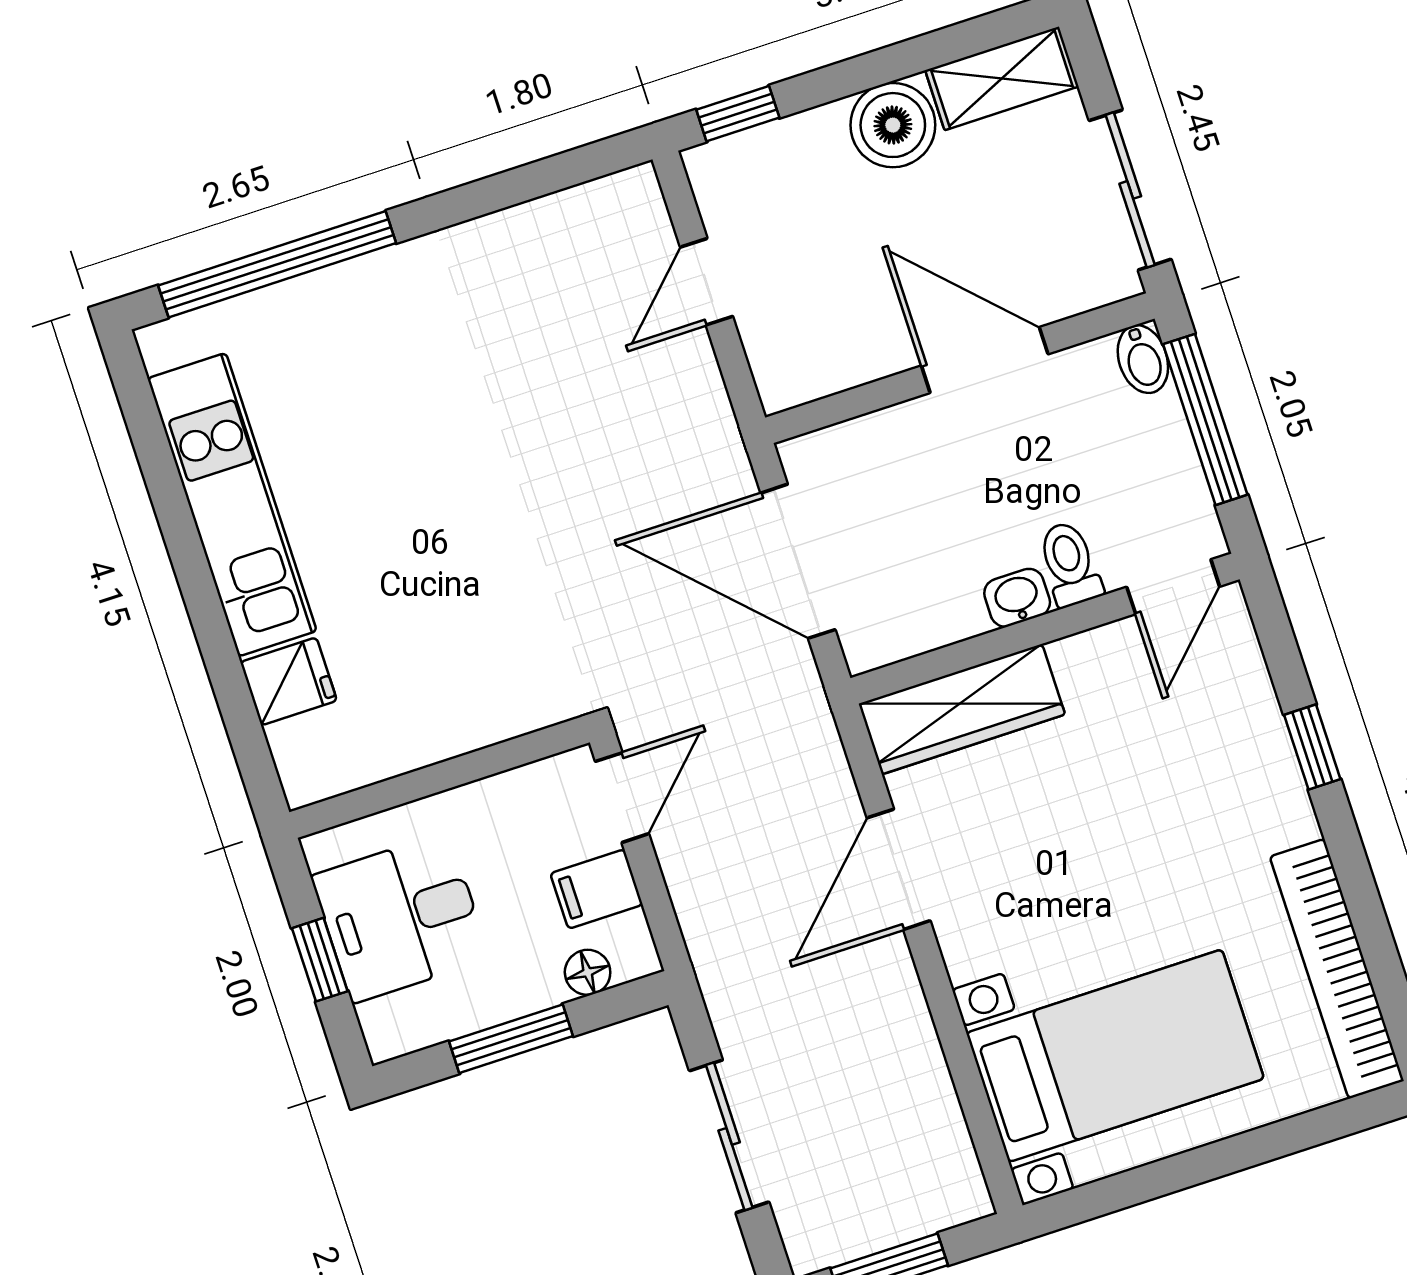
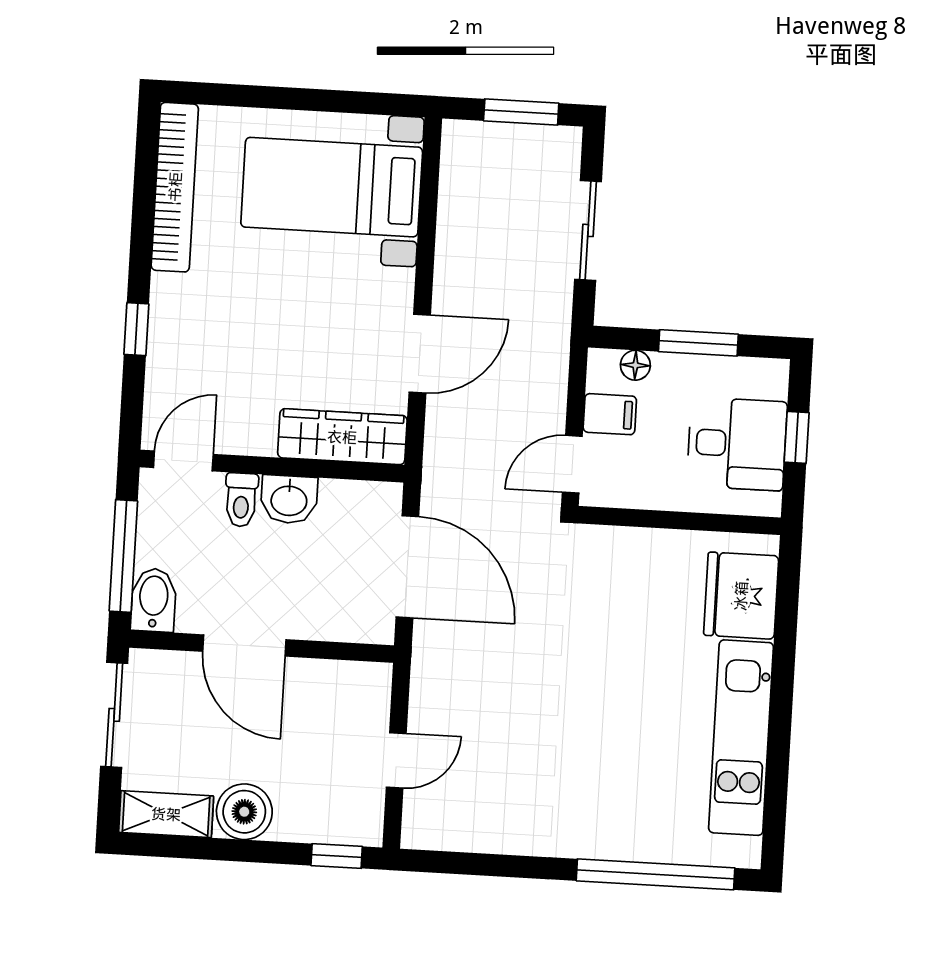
bidet: (1143, 359) -> (154, 600), width x1.38, depth x1.36
washbasin: (1017, 598) -> (289, 499), width x1.38, depth x1.45
fridge: (289, 681) -> (741, 596), width x1.88, depth x1.34

